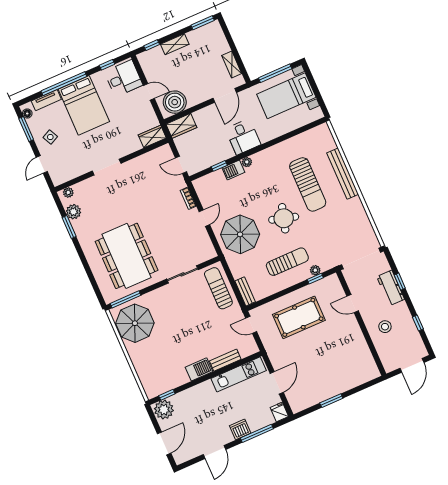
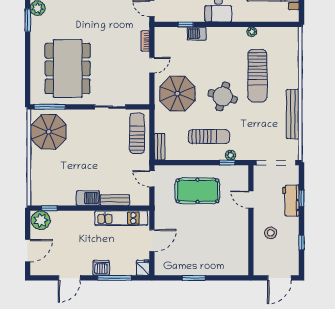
plant: (247, 162) -> (252, 32), moved
bench: (343, 174) -> (293, 114), moved

